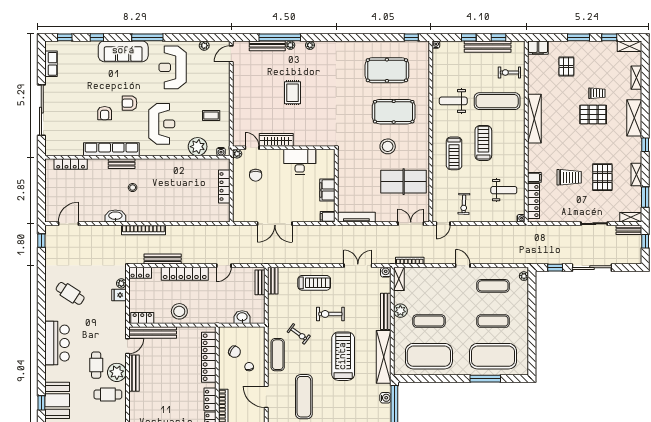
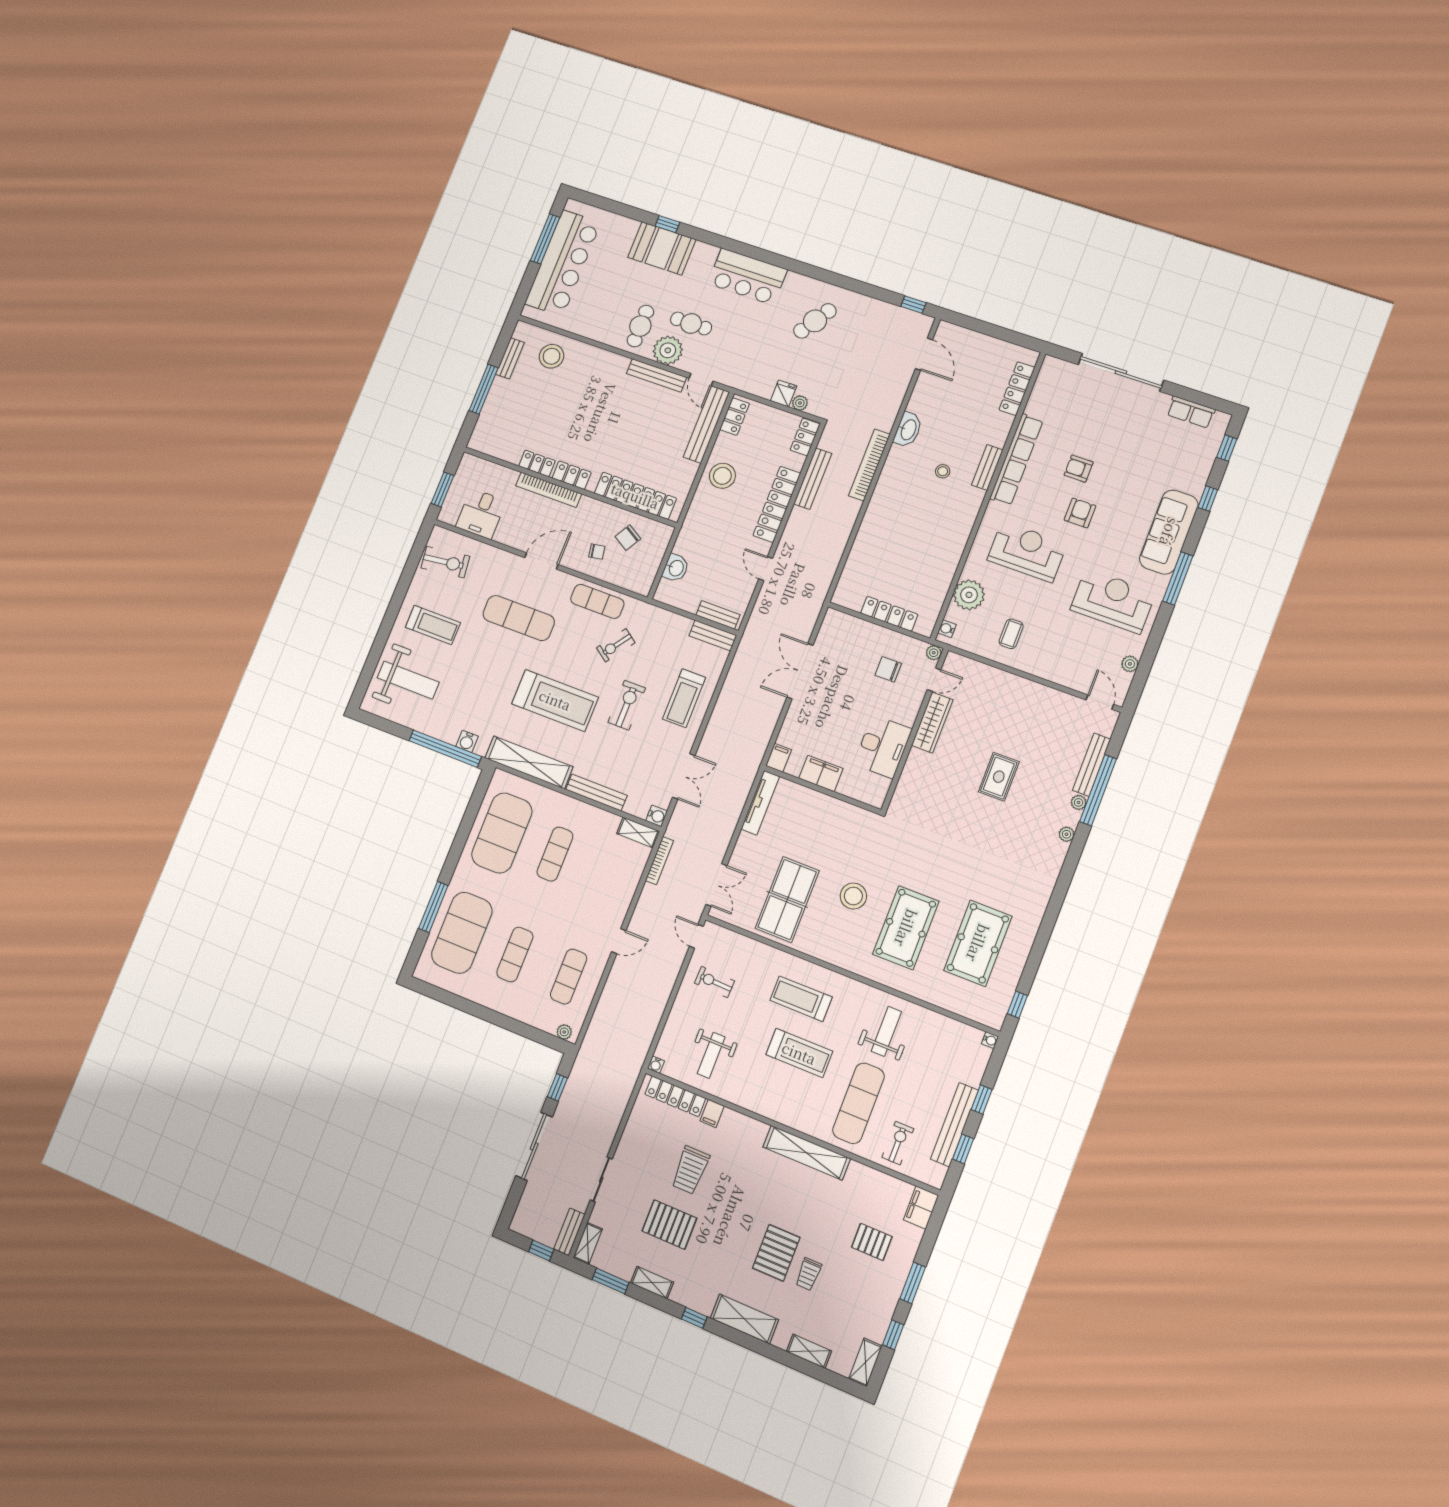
rug: (292, 93) -> (999, 777), turned 90
reception desk: (162, 124) -> (1027, 552), turned 180
plant: (400, 311) -> (588, 816), removed

